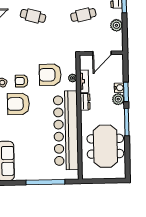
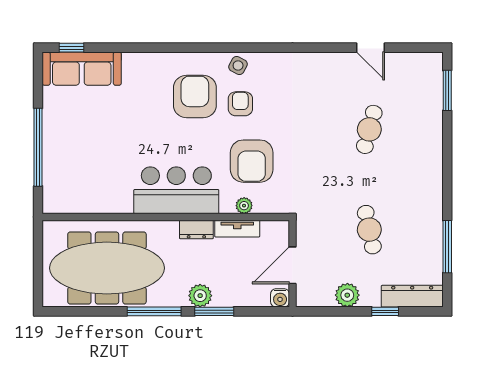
door: (102, 53) -> (292, 265), hinge flipped
armchair: (50, 75) -> (252, 161), turned 180
water cooler: (119, 88) -> (280, 298), moved
bar counter: (66, 130) -> (176, 190), width x0.54
meeting table: (105, 146) -> (107, 268), width x1.36

